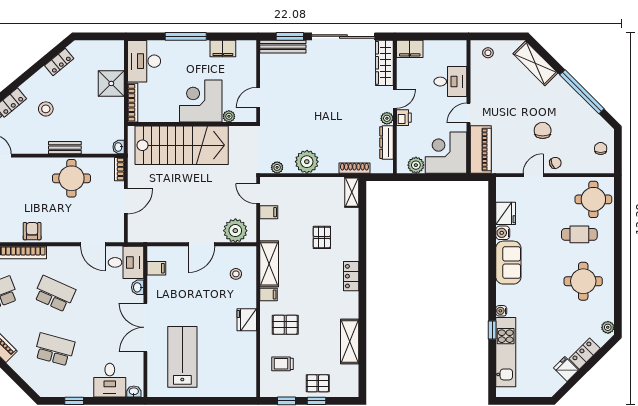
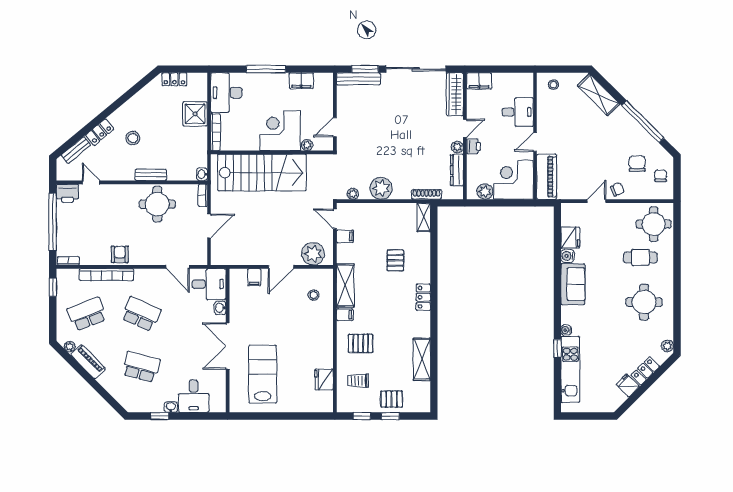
locker: (59, 62) -> (174, 79), moved, turned 40
chair: (543, 130) -> (637, 164), moved
filing cabinet: (156, 268) -> (254, 277), moved, turned 90
fridge: (247, 320) -> (324, 379), moved
washbasin: (134, 392) -> (171, 407), moved

